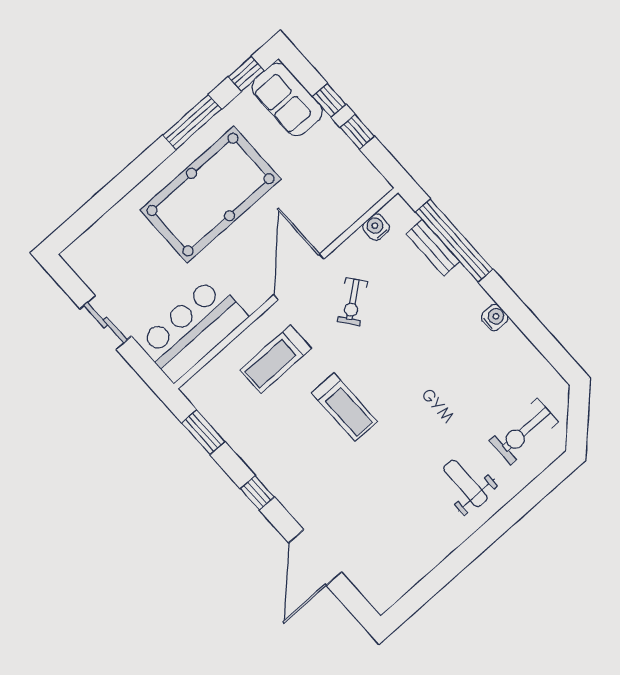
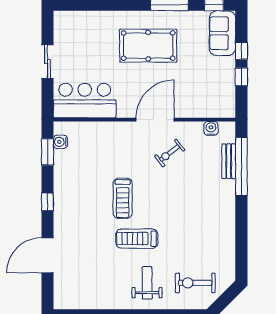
pool table: (211, 195) -> (148, 46), width x0.73, depth x0.76
water cooler: (495, 317) -> (60, 142), moved, turned 180
treadmill: (276, 359) -> (137, 239), moved

